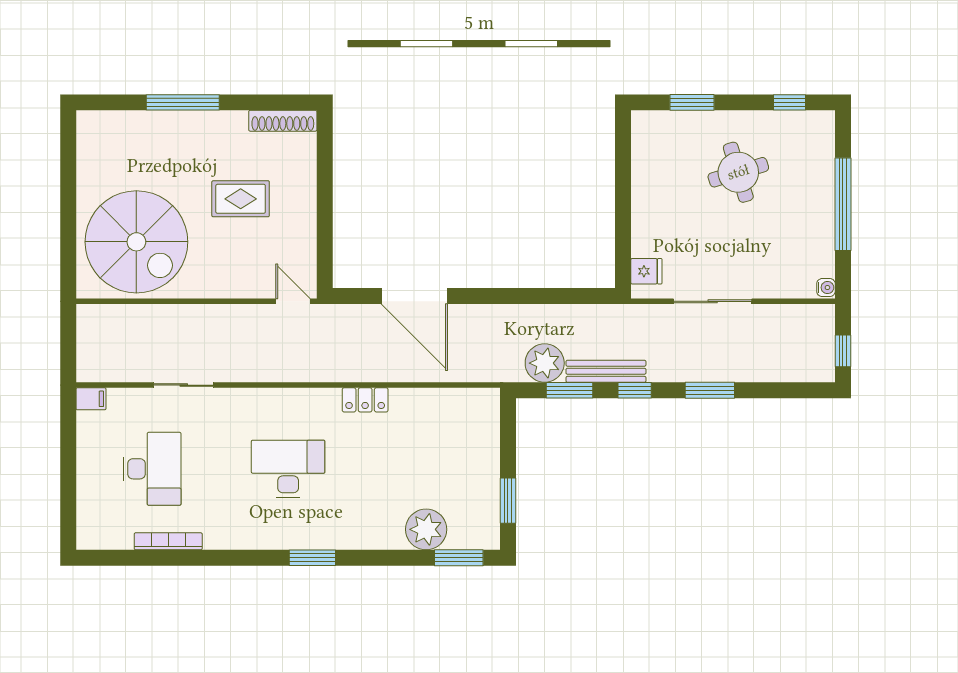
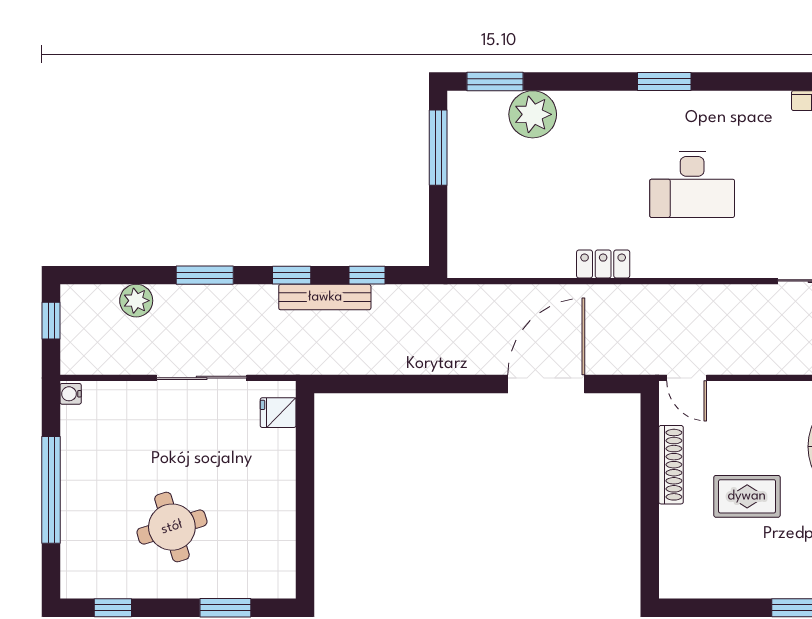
shoe rack: (283, 121) -> (671, 465), moved, turned 90
door: (414, 296) -> (546, 384), hinge flipped
plant: (545, 363) -> (136, 301), moved, width x0.73, depth x0.73
window: (570, 390) -> (367, 275), width x0.67
window: (508, 501) -> (438, 148), width x1.44

